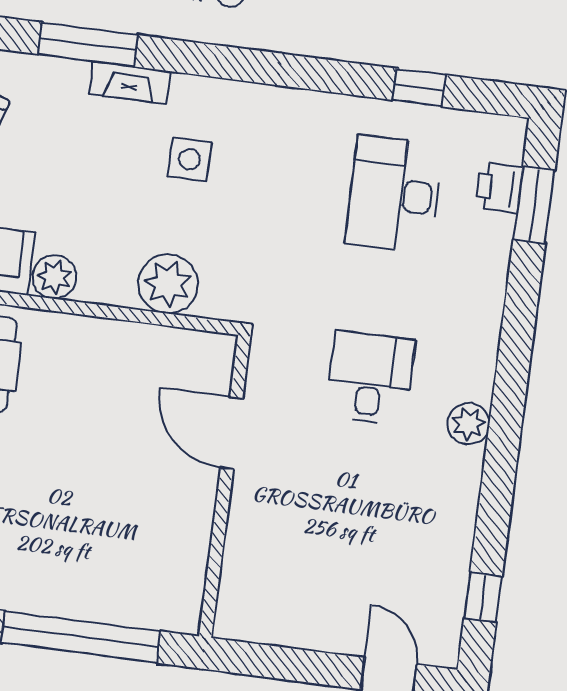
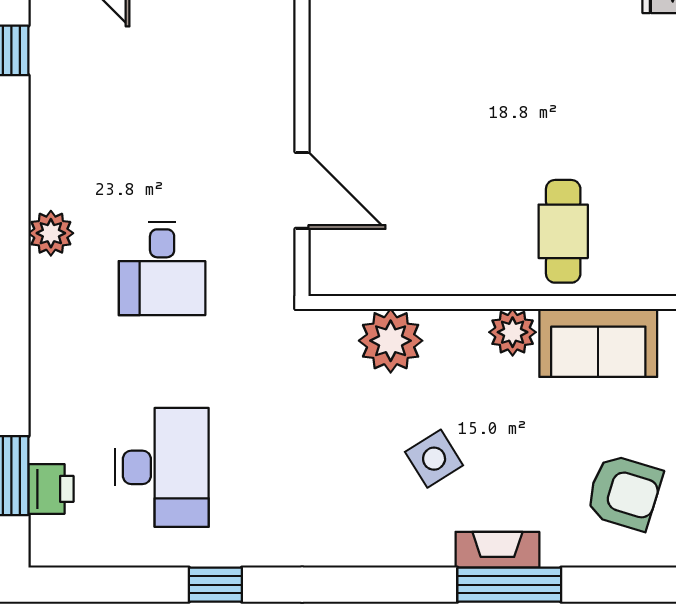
fireplace: (130, 83) -> (497, 550), moved
window: (419, 87) -> (215, 585), moved
side table: (189, 159) -> (434, 459), moved, turned -32

